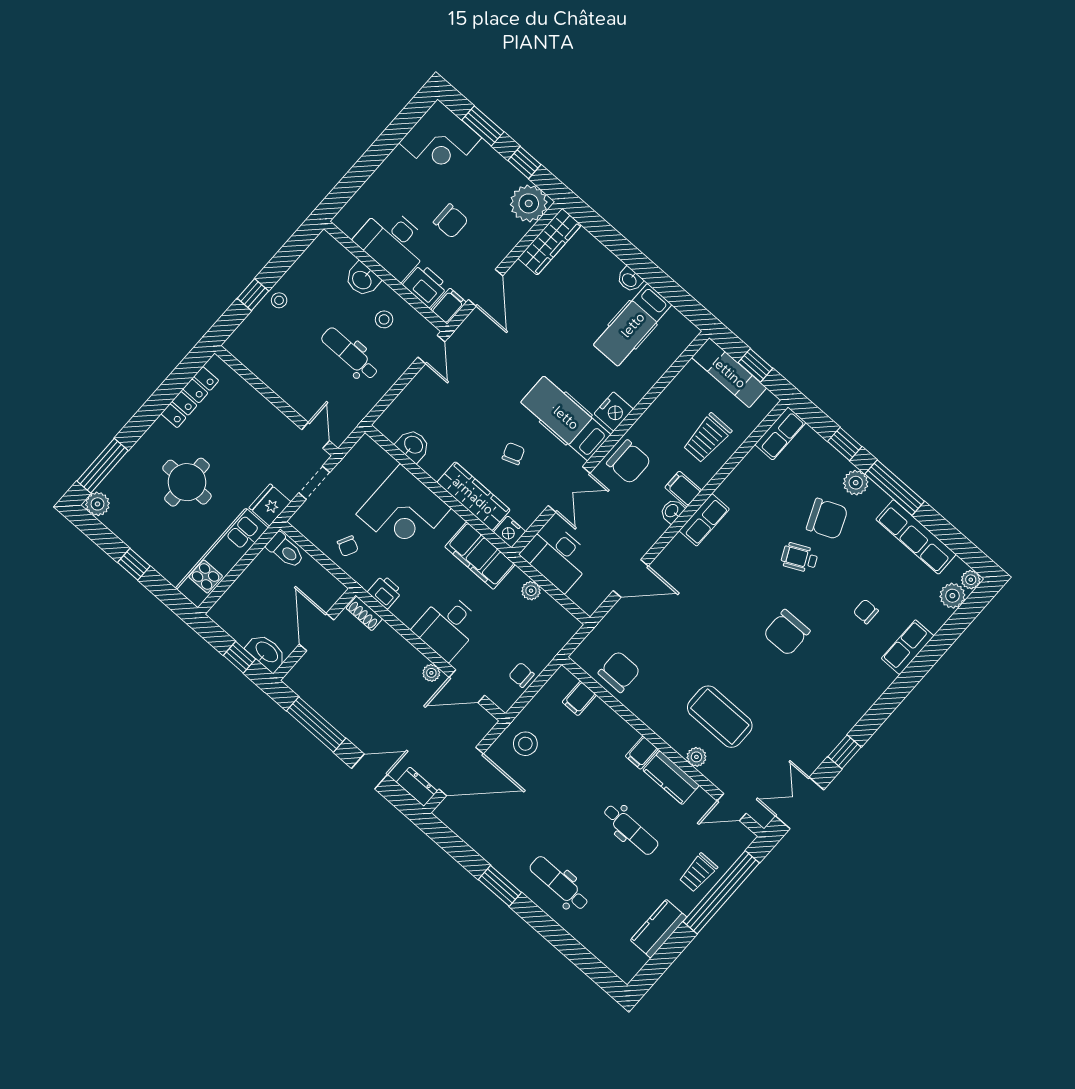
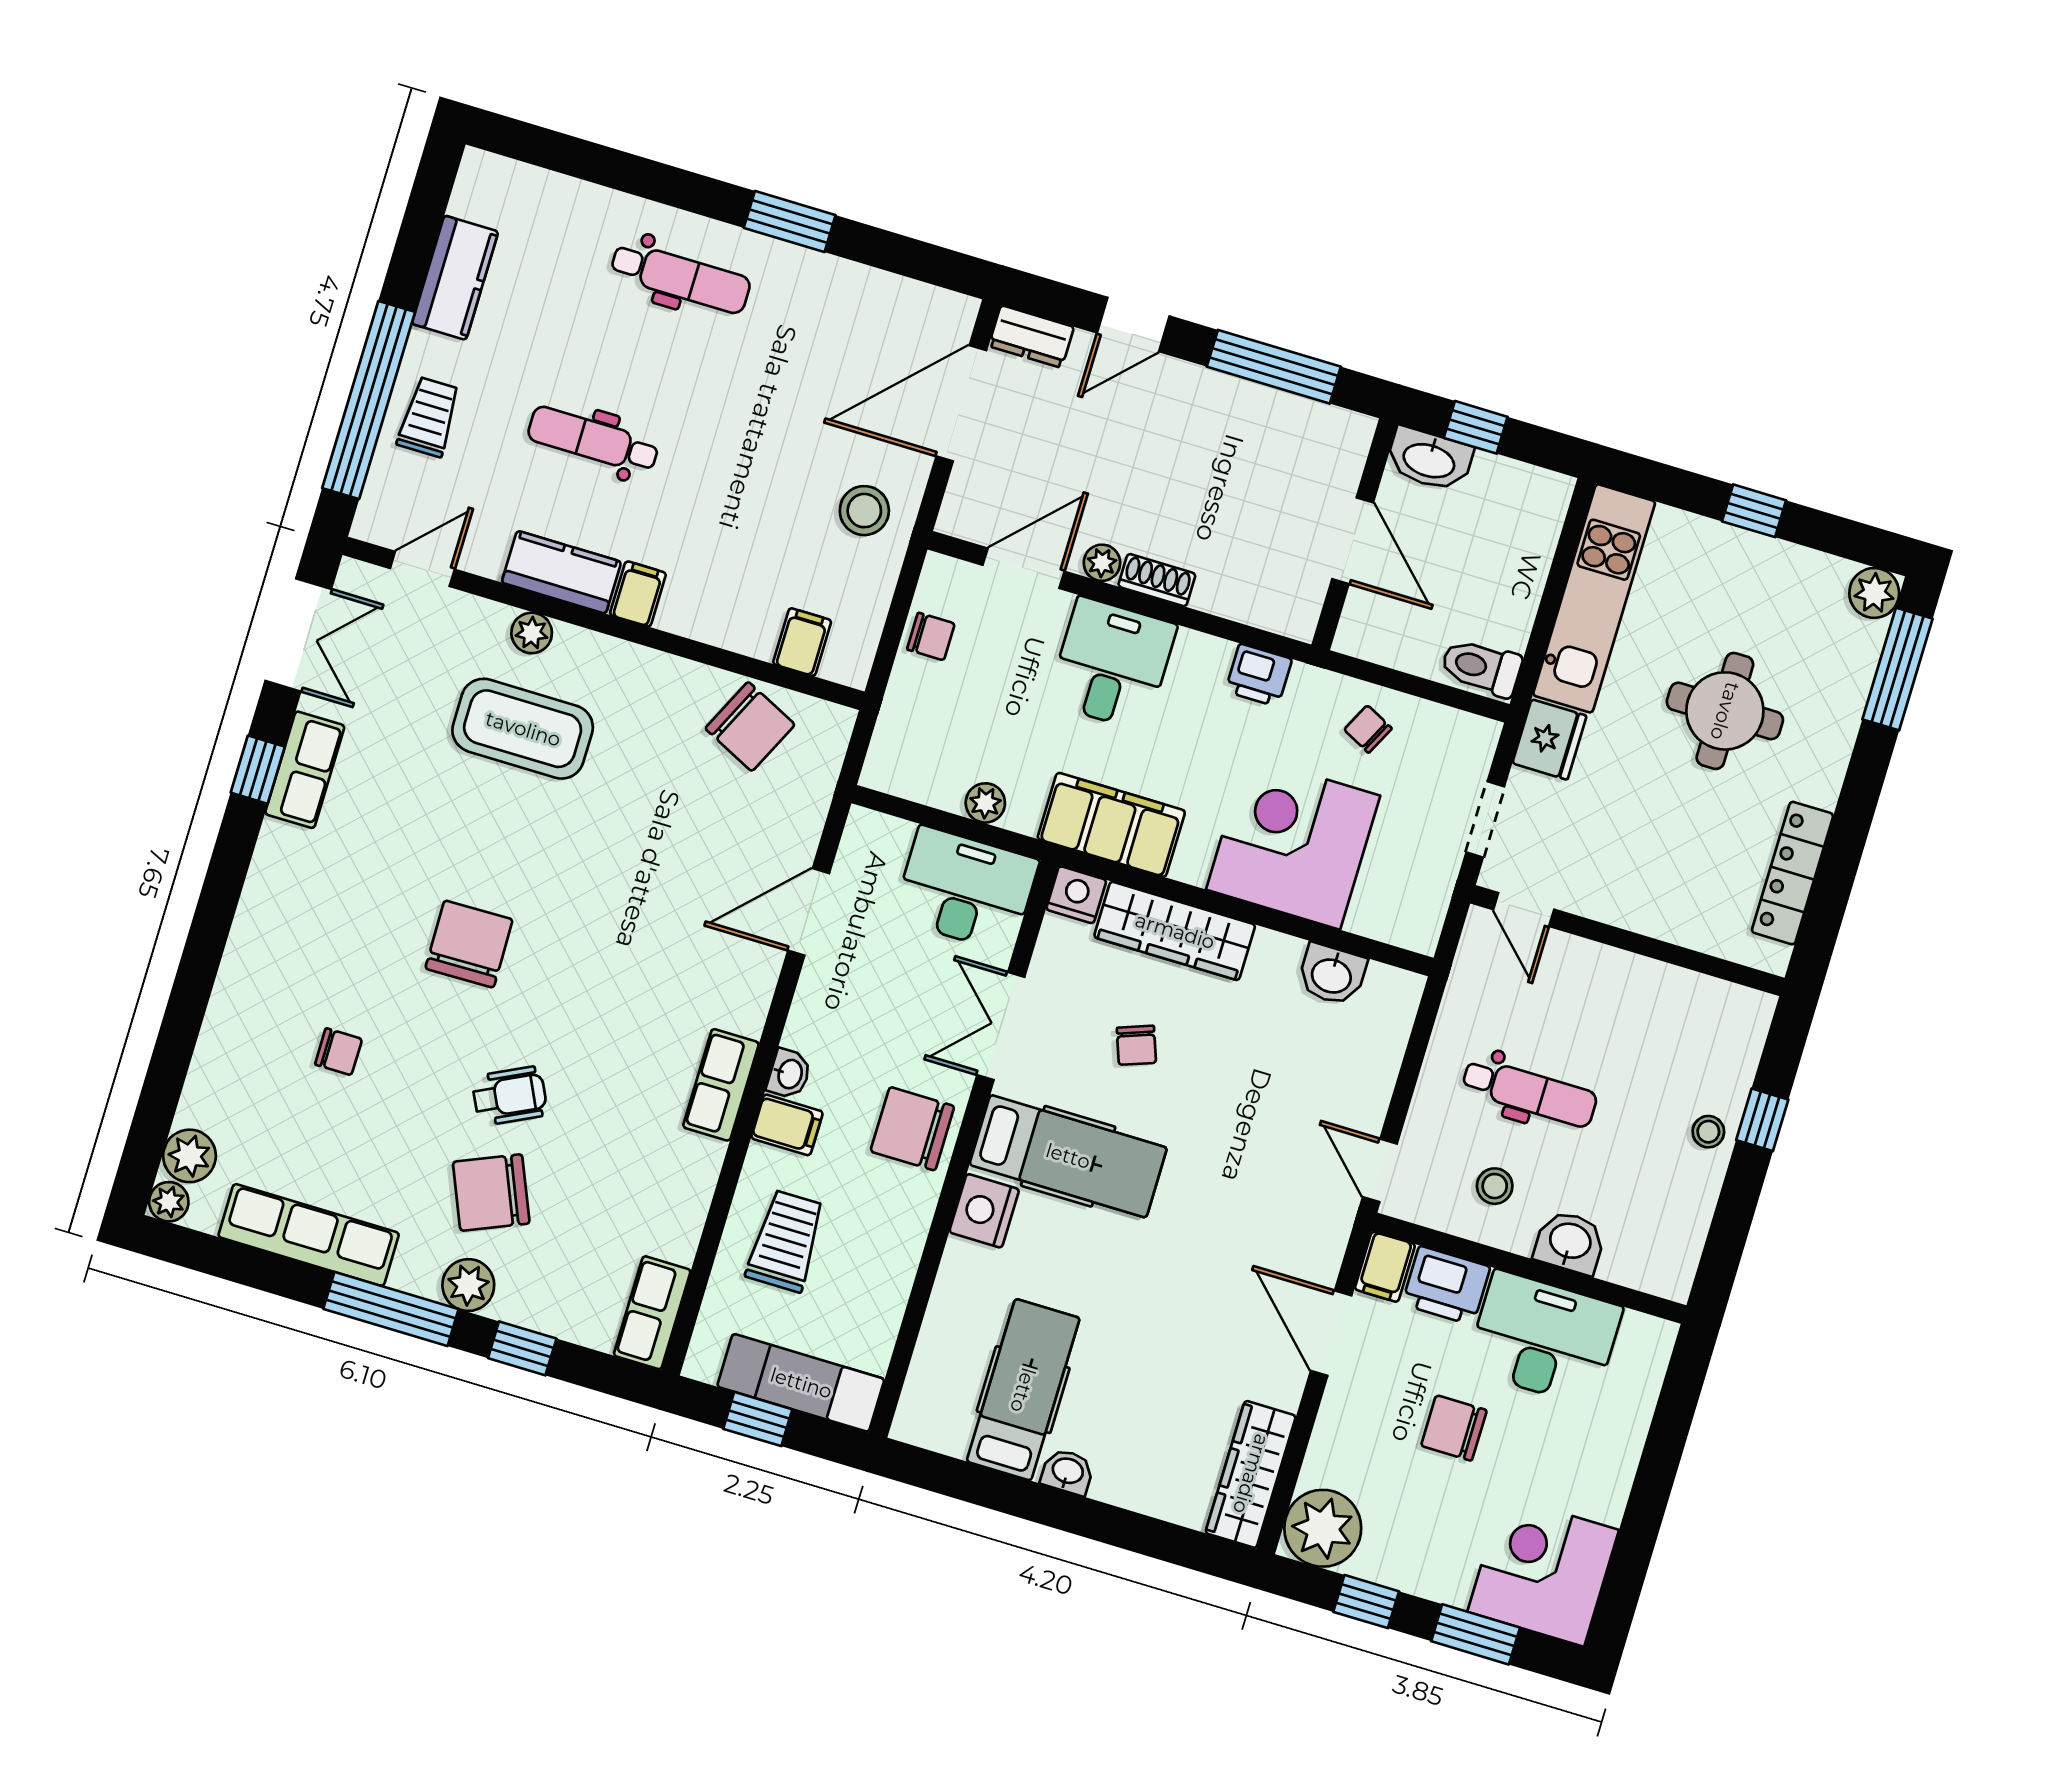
shoe rack: (364, 613) -> (1157, 580), moved
row of seats: (908, 647) -> (305, 770), moved
chair: (619, 672) -> (750, 727), turned -64

